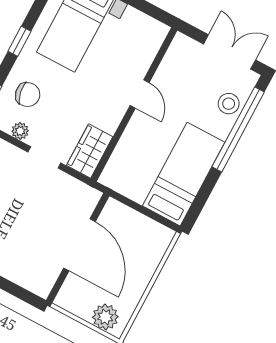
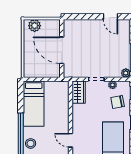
door: (140, 94) -> (70, 140), moved

